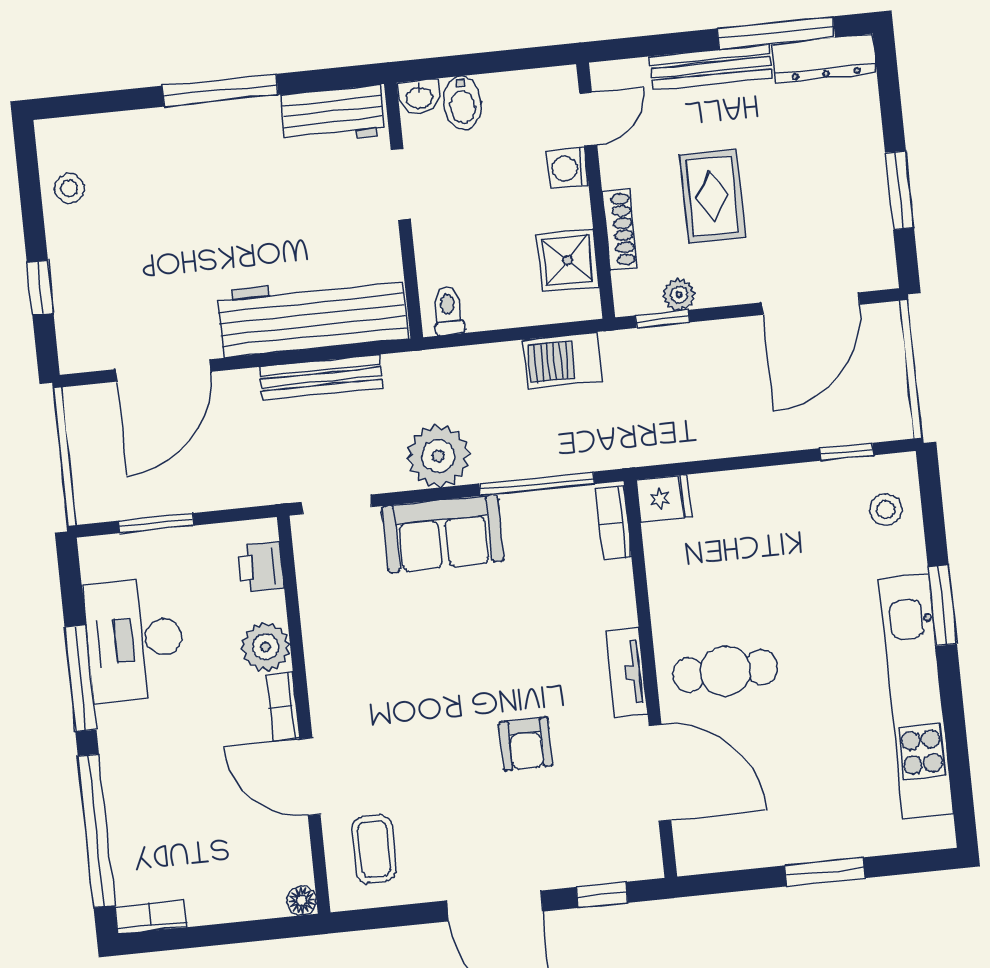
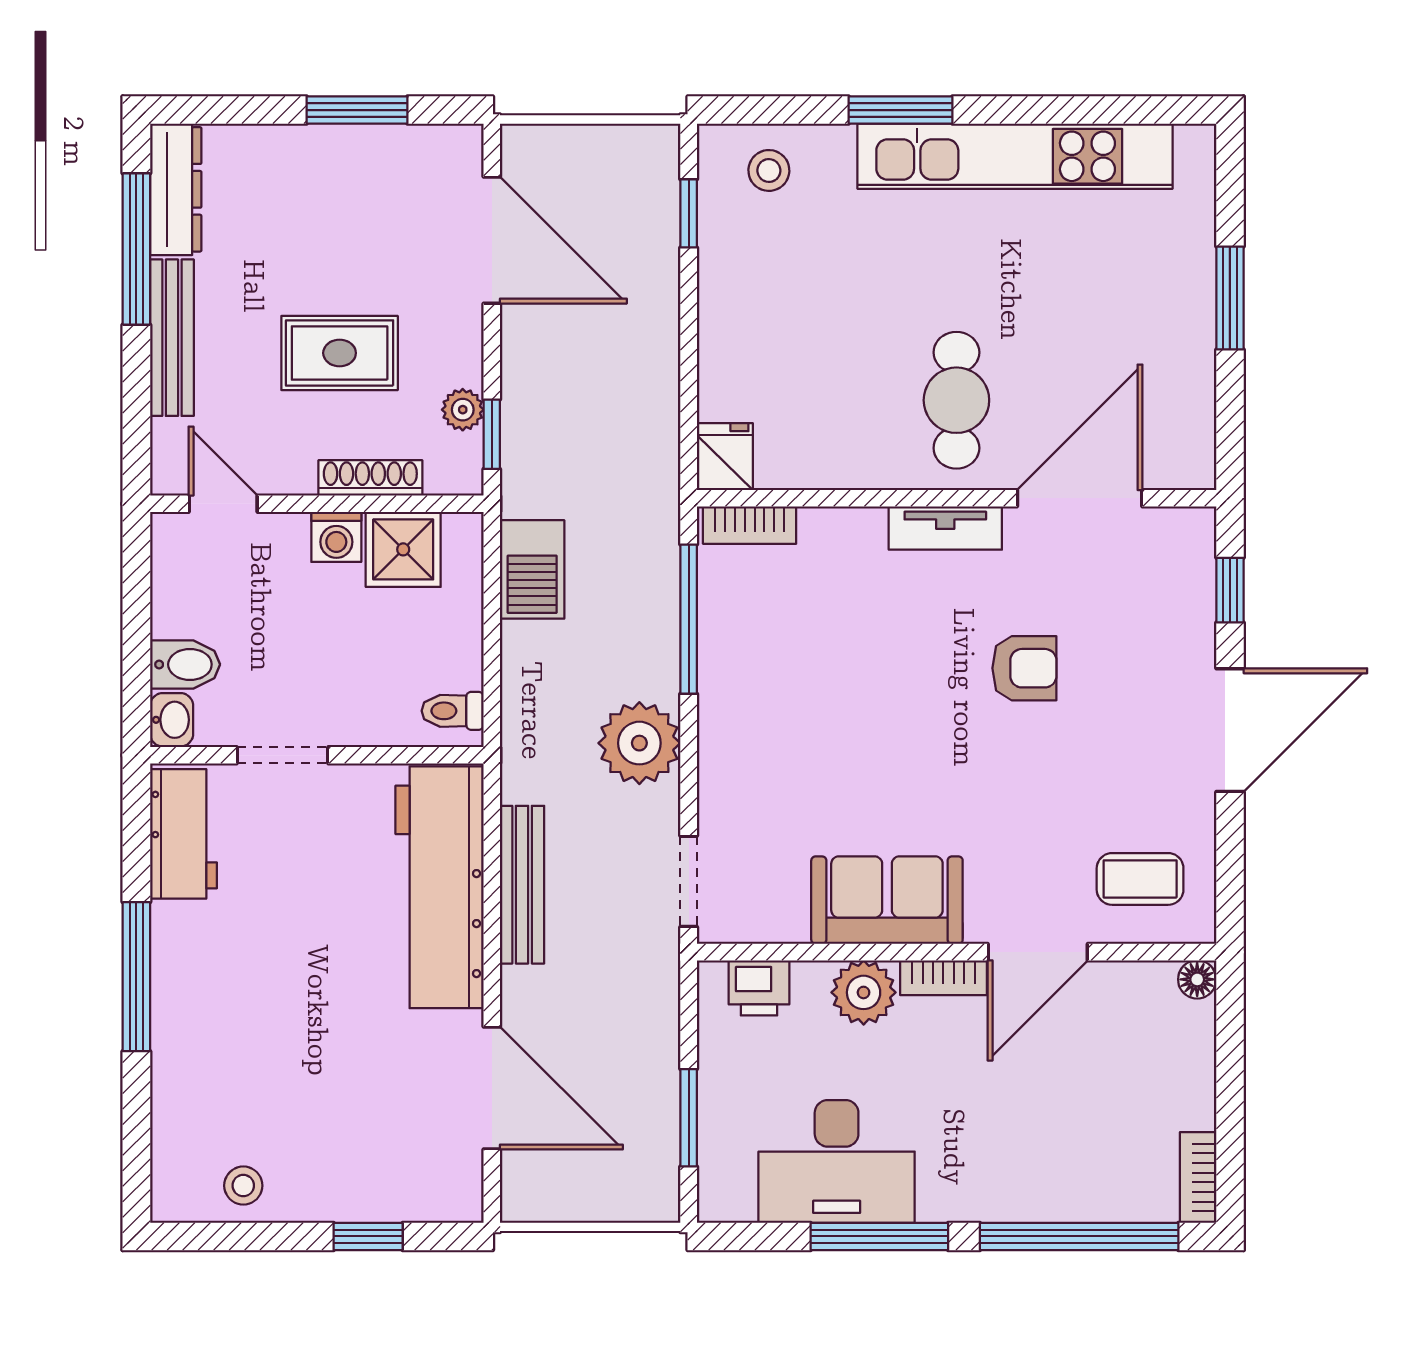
washing machine: (568, 168) -> (336, 537), moved
sofa: (443, 534) -> (887, 900), moved, turned -90

